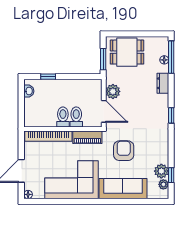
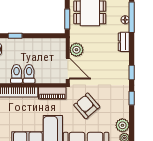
toilet: (76, 117) -> (16, 74), moved
armchair: (124, 151) -> (87, 106), turned -41
window: (171, 175) -> (132, 98), moved

